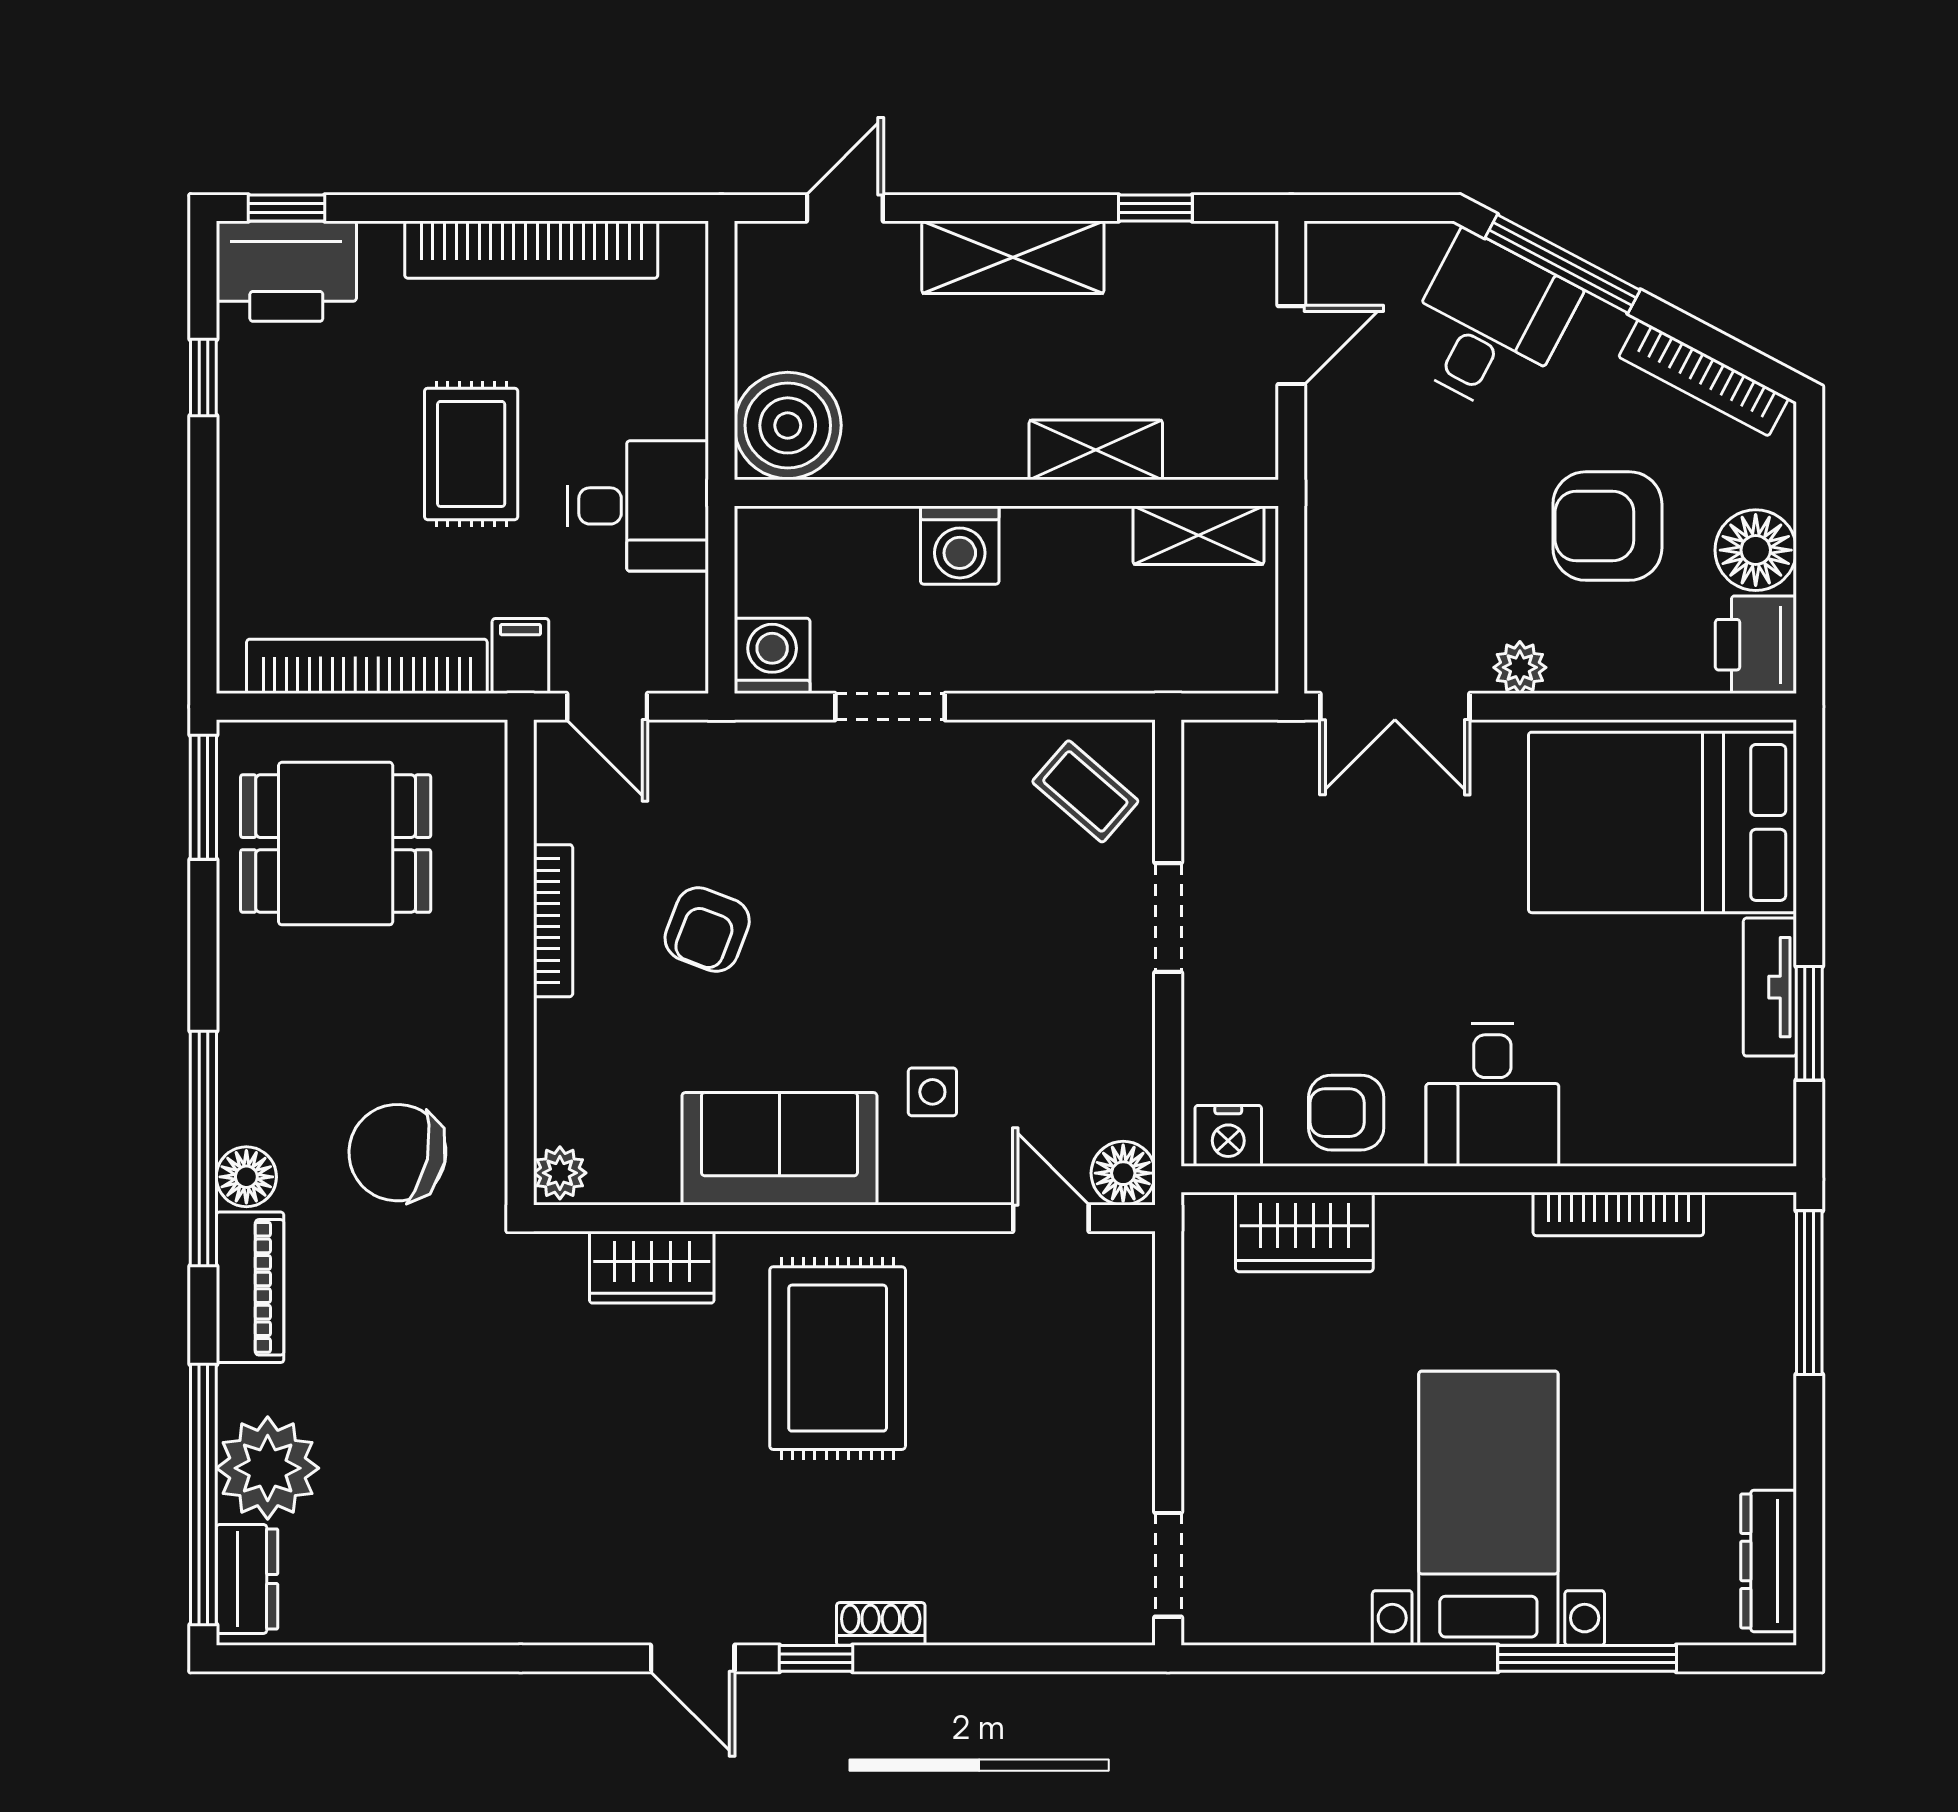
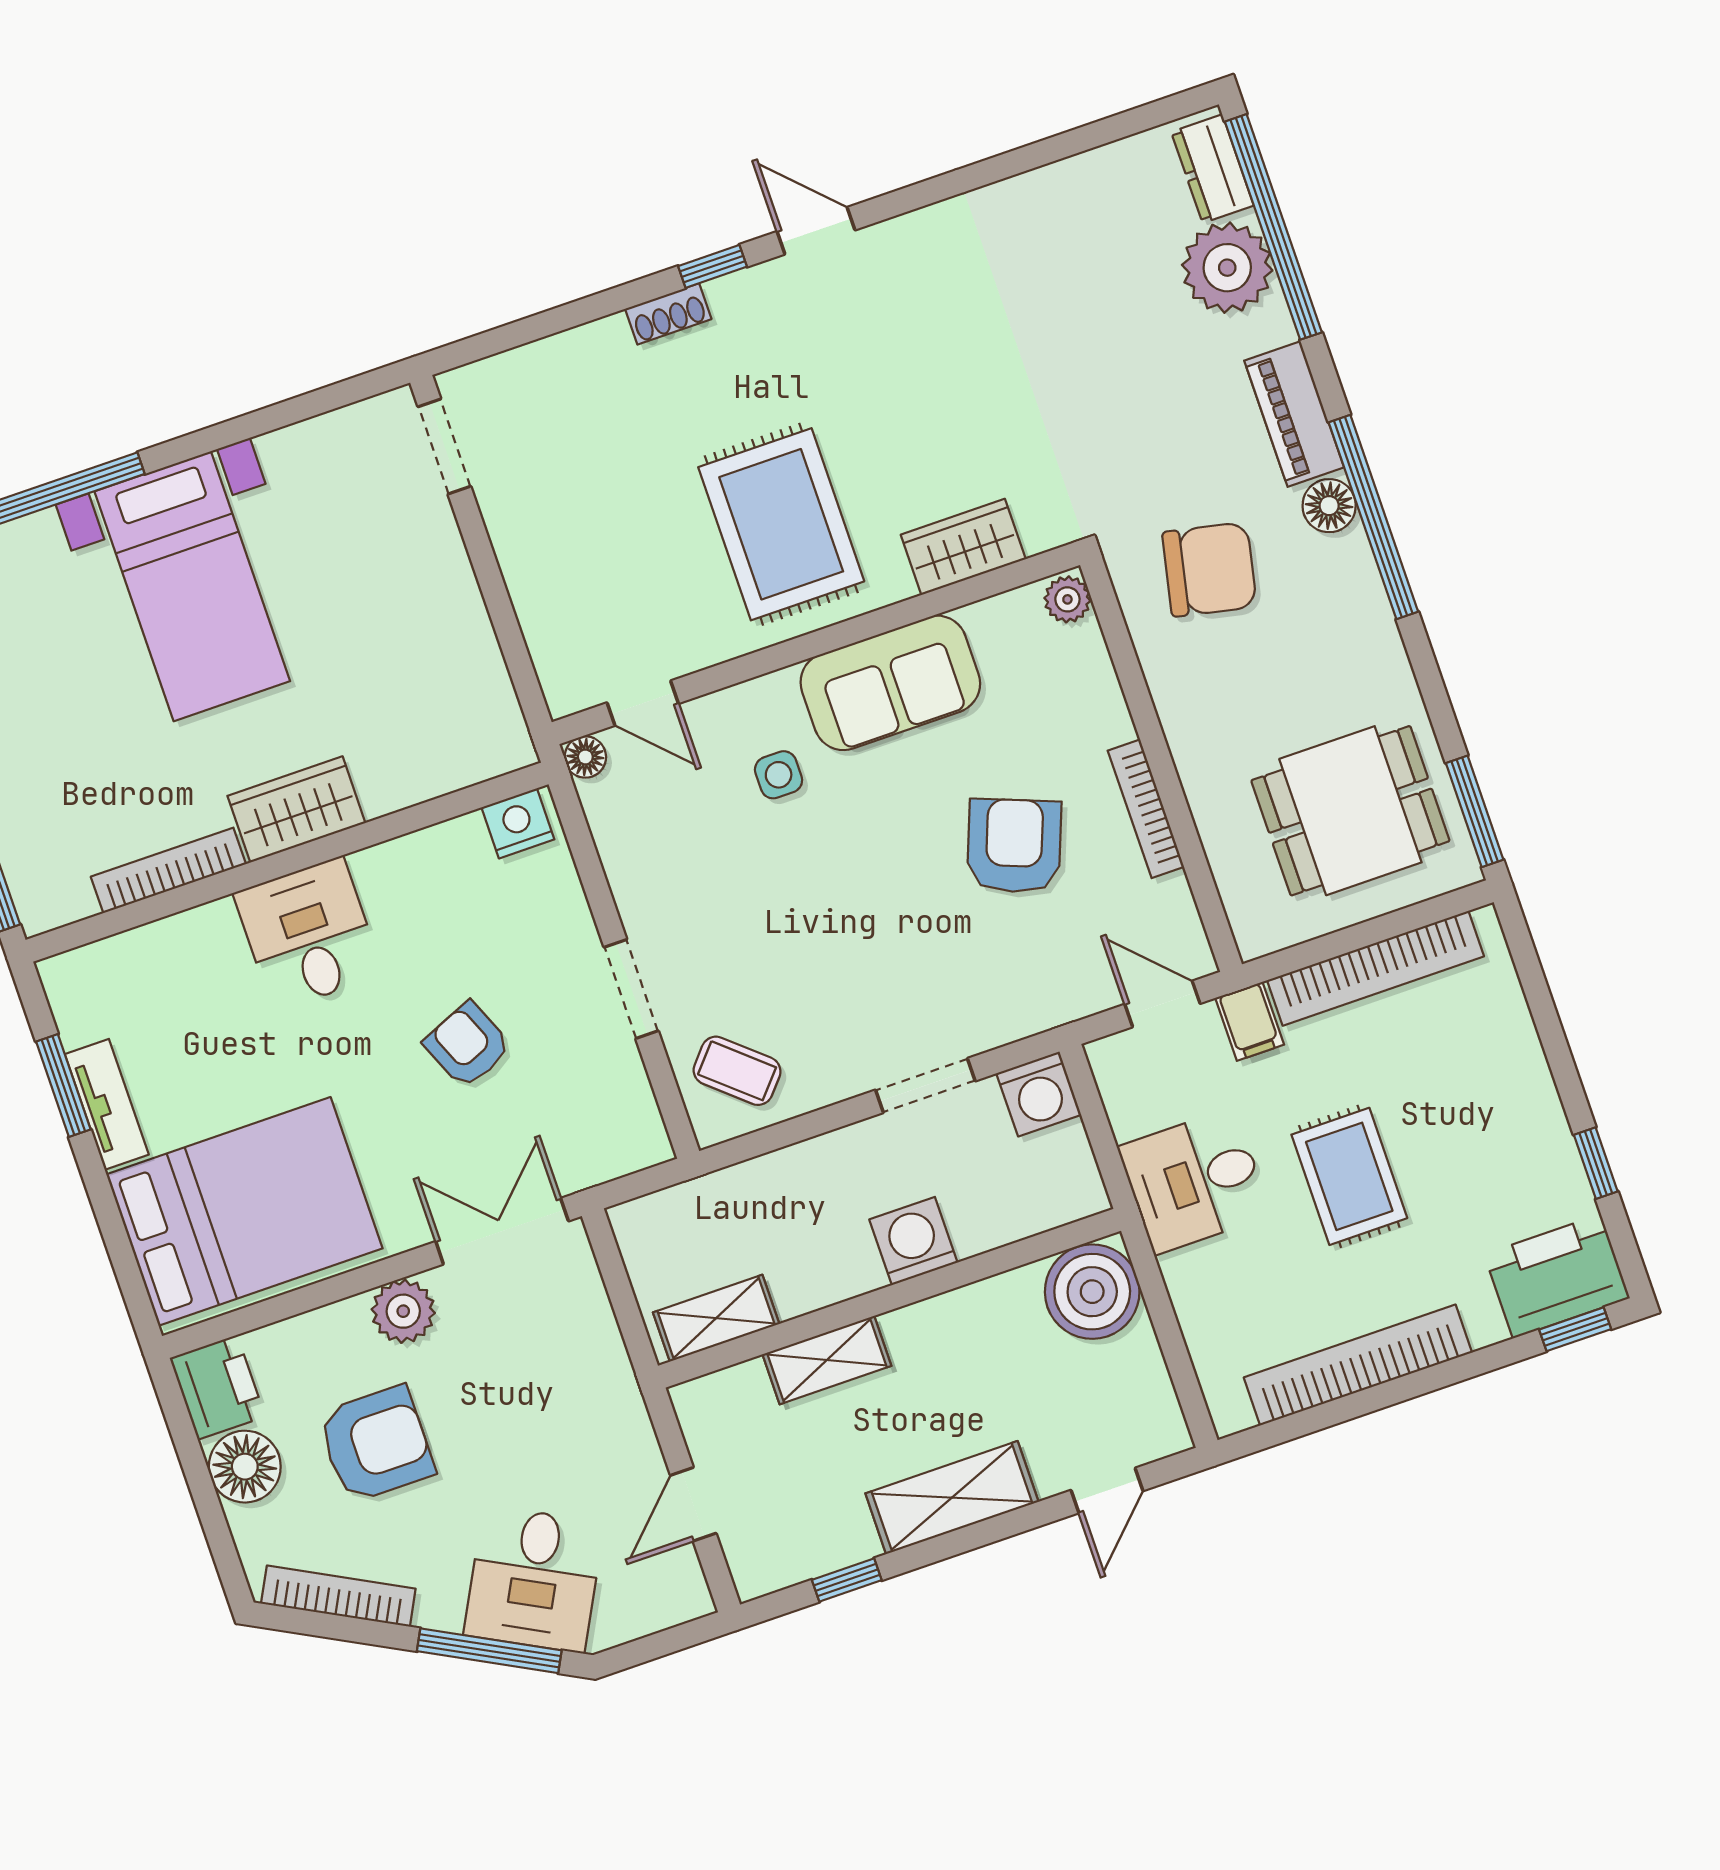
plant: (1520, 667) -> (403, 1311), width x1.38, depth x1.38
armchair: (707, 930) -> (1014, 846), width x1.38, depth x1.38
armchair: (1346, 1113) -> (468, 1045), moved, turned -113
floor lamp: (1123, 1173) -> (585, 757), width x0.73, depth x0.73
wardrobe: (1304, 1232) -> (296, 809), moved

